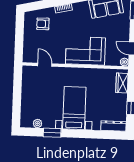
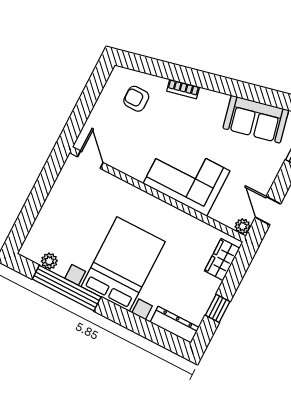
door: (45, 65) -> (90, 160), moved
bed with nightstands: (74, 108) -> (123, 264), width x1.36
window: (52, 133) -> (67, 288), width x2.11

